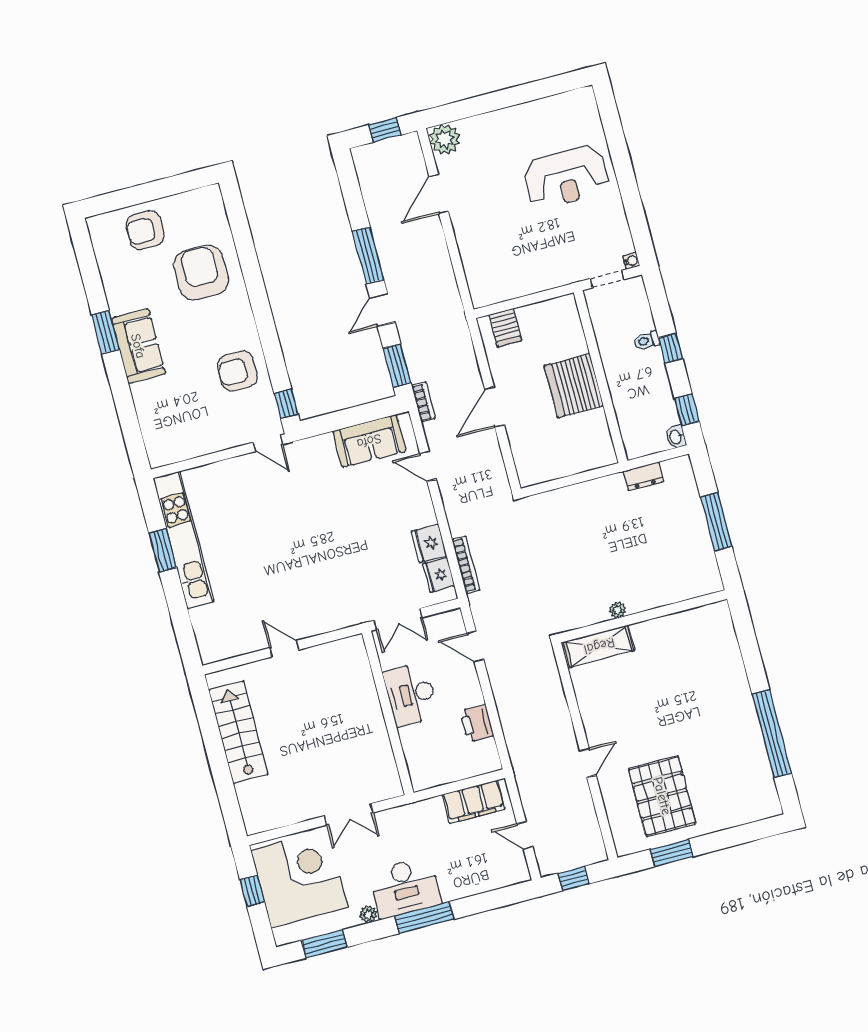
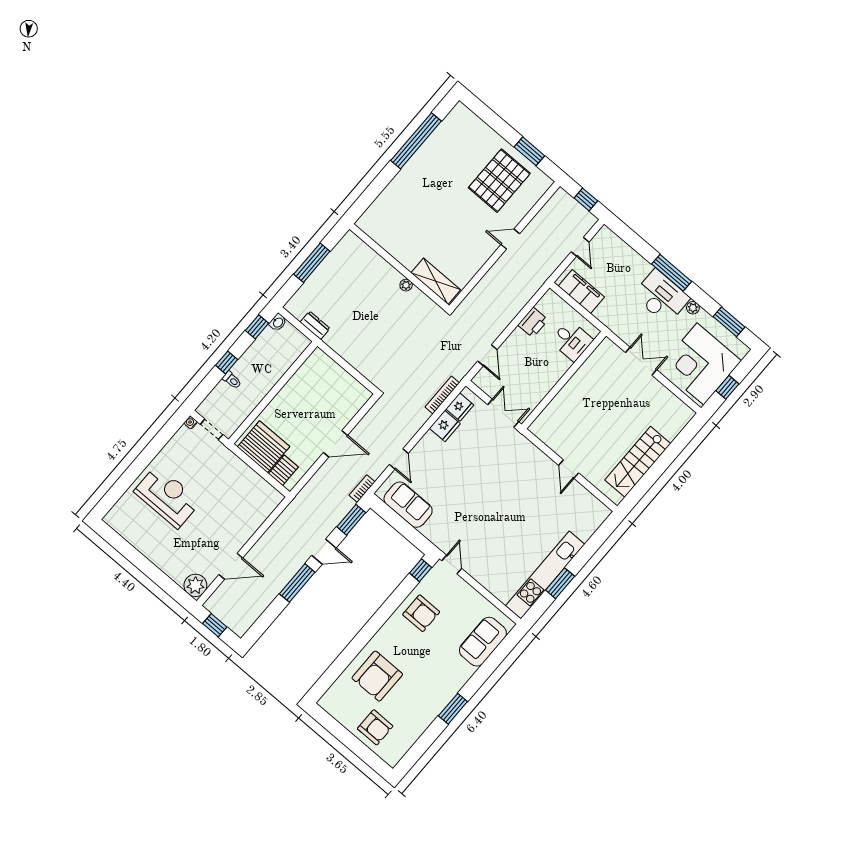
sofa: (138, 346) -> (483, 642), moved
server rack: (574, 386) -> (264, 447), moved, turned -90
desk: (411, 694) -> (572, 341), moved, width x0.73

